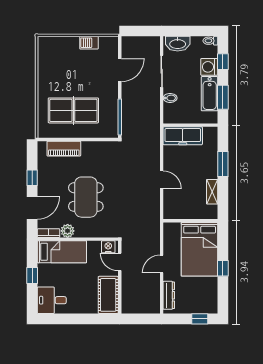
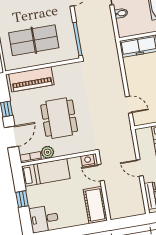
piano: (64, 149) -> (31, 79), width x1.37, depth x1.33
door: (162, 180) -> (129, 105), moved
door: (162, 264) -> (140, 168), hinge flipped

